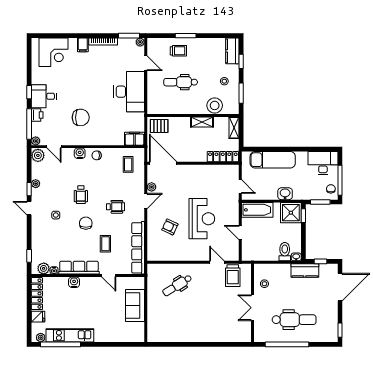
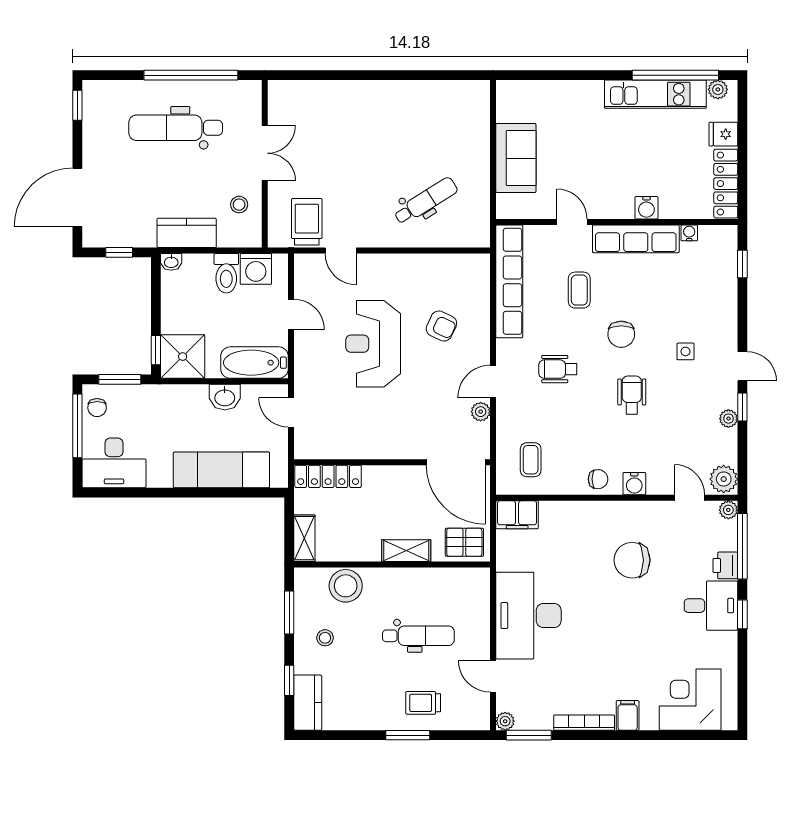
shelving: (202, 122) -> (406, 551), moved
washbasin: (285, 194) -> (225, 397), moved
toilet: (285, 252) -> (226, 273), moved
washing machine: (257, 254) -> (256, 269), added
plant: (44, 268) -> (712, 237), removed
kitchen counter: (305, 270) -> (187, 233), moved

